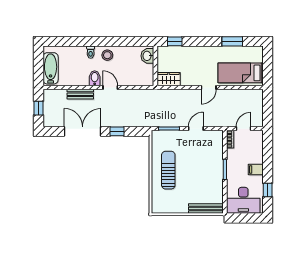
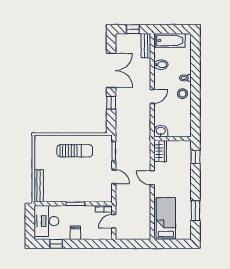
washbasin: (147, 56) -> (161, 131), moved
bidet: (95, 78) -> (161, 65), moved
door: (209, 87) -> (152, 178), moved
bench: (80, 94) -> (146, 46), moved
door: (244, 129) -> (114, 221), swing flipped

